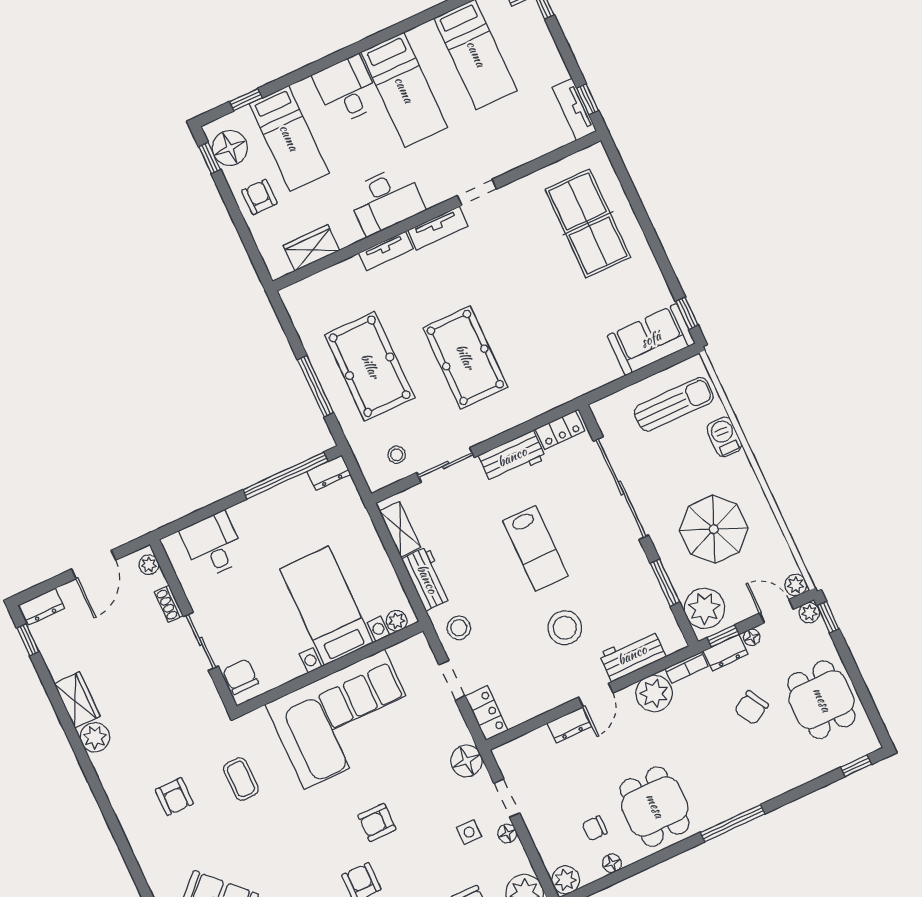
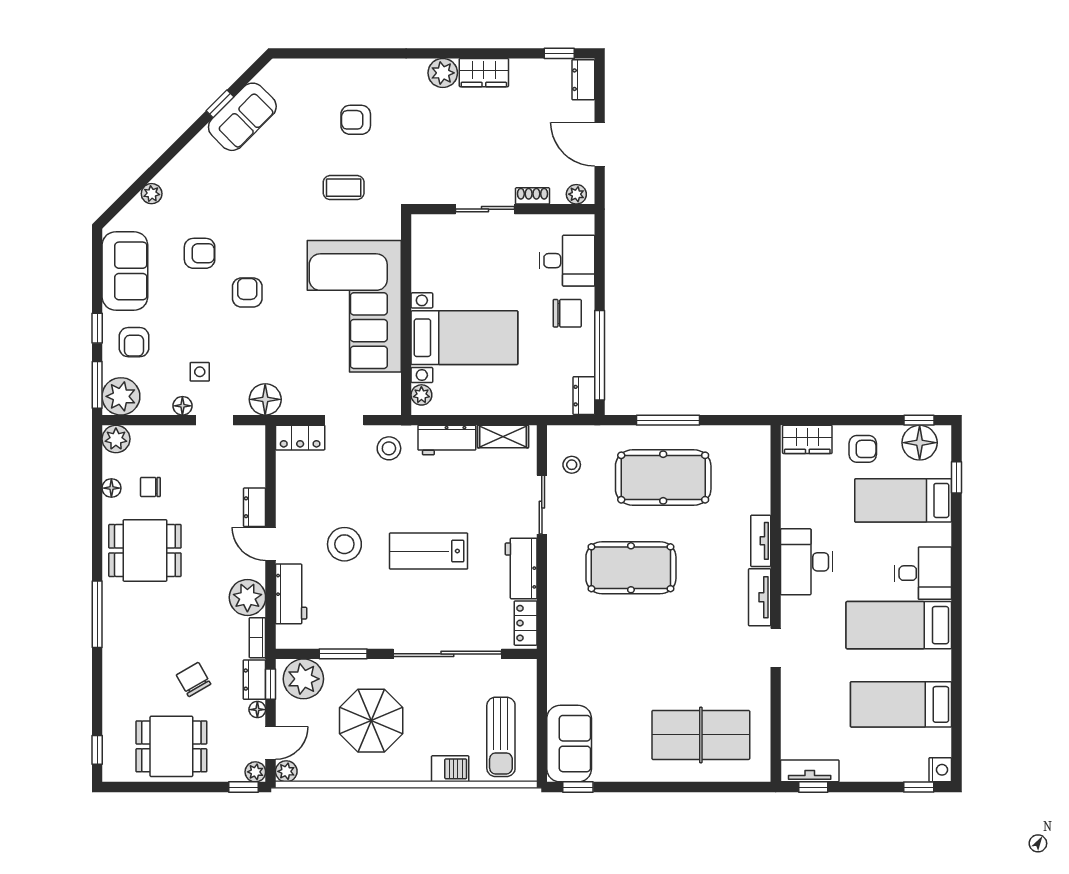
wardrobe: (311, 248) -> (807, 439), moved, turned 90
chair: (241, 677) -> (567, 313), moved
chair: (595, 828) -> (150, 487), turned -90

